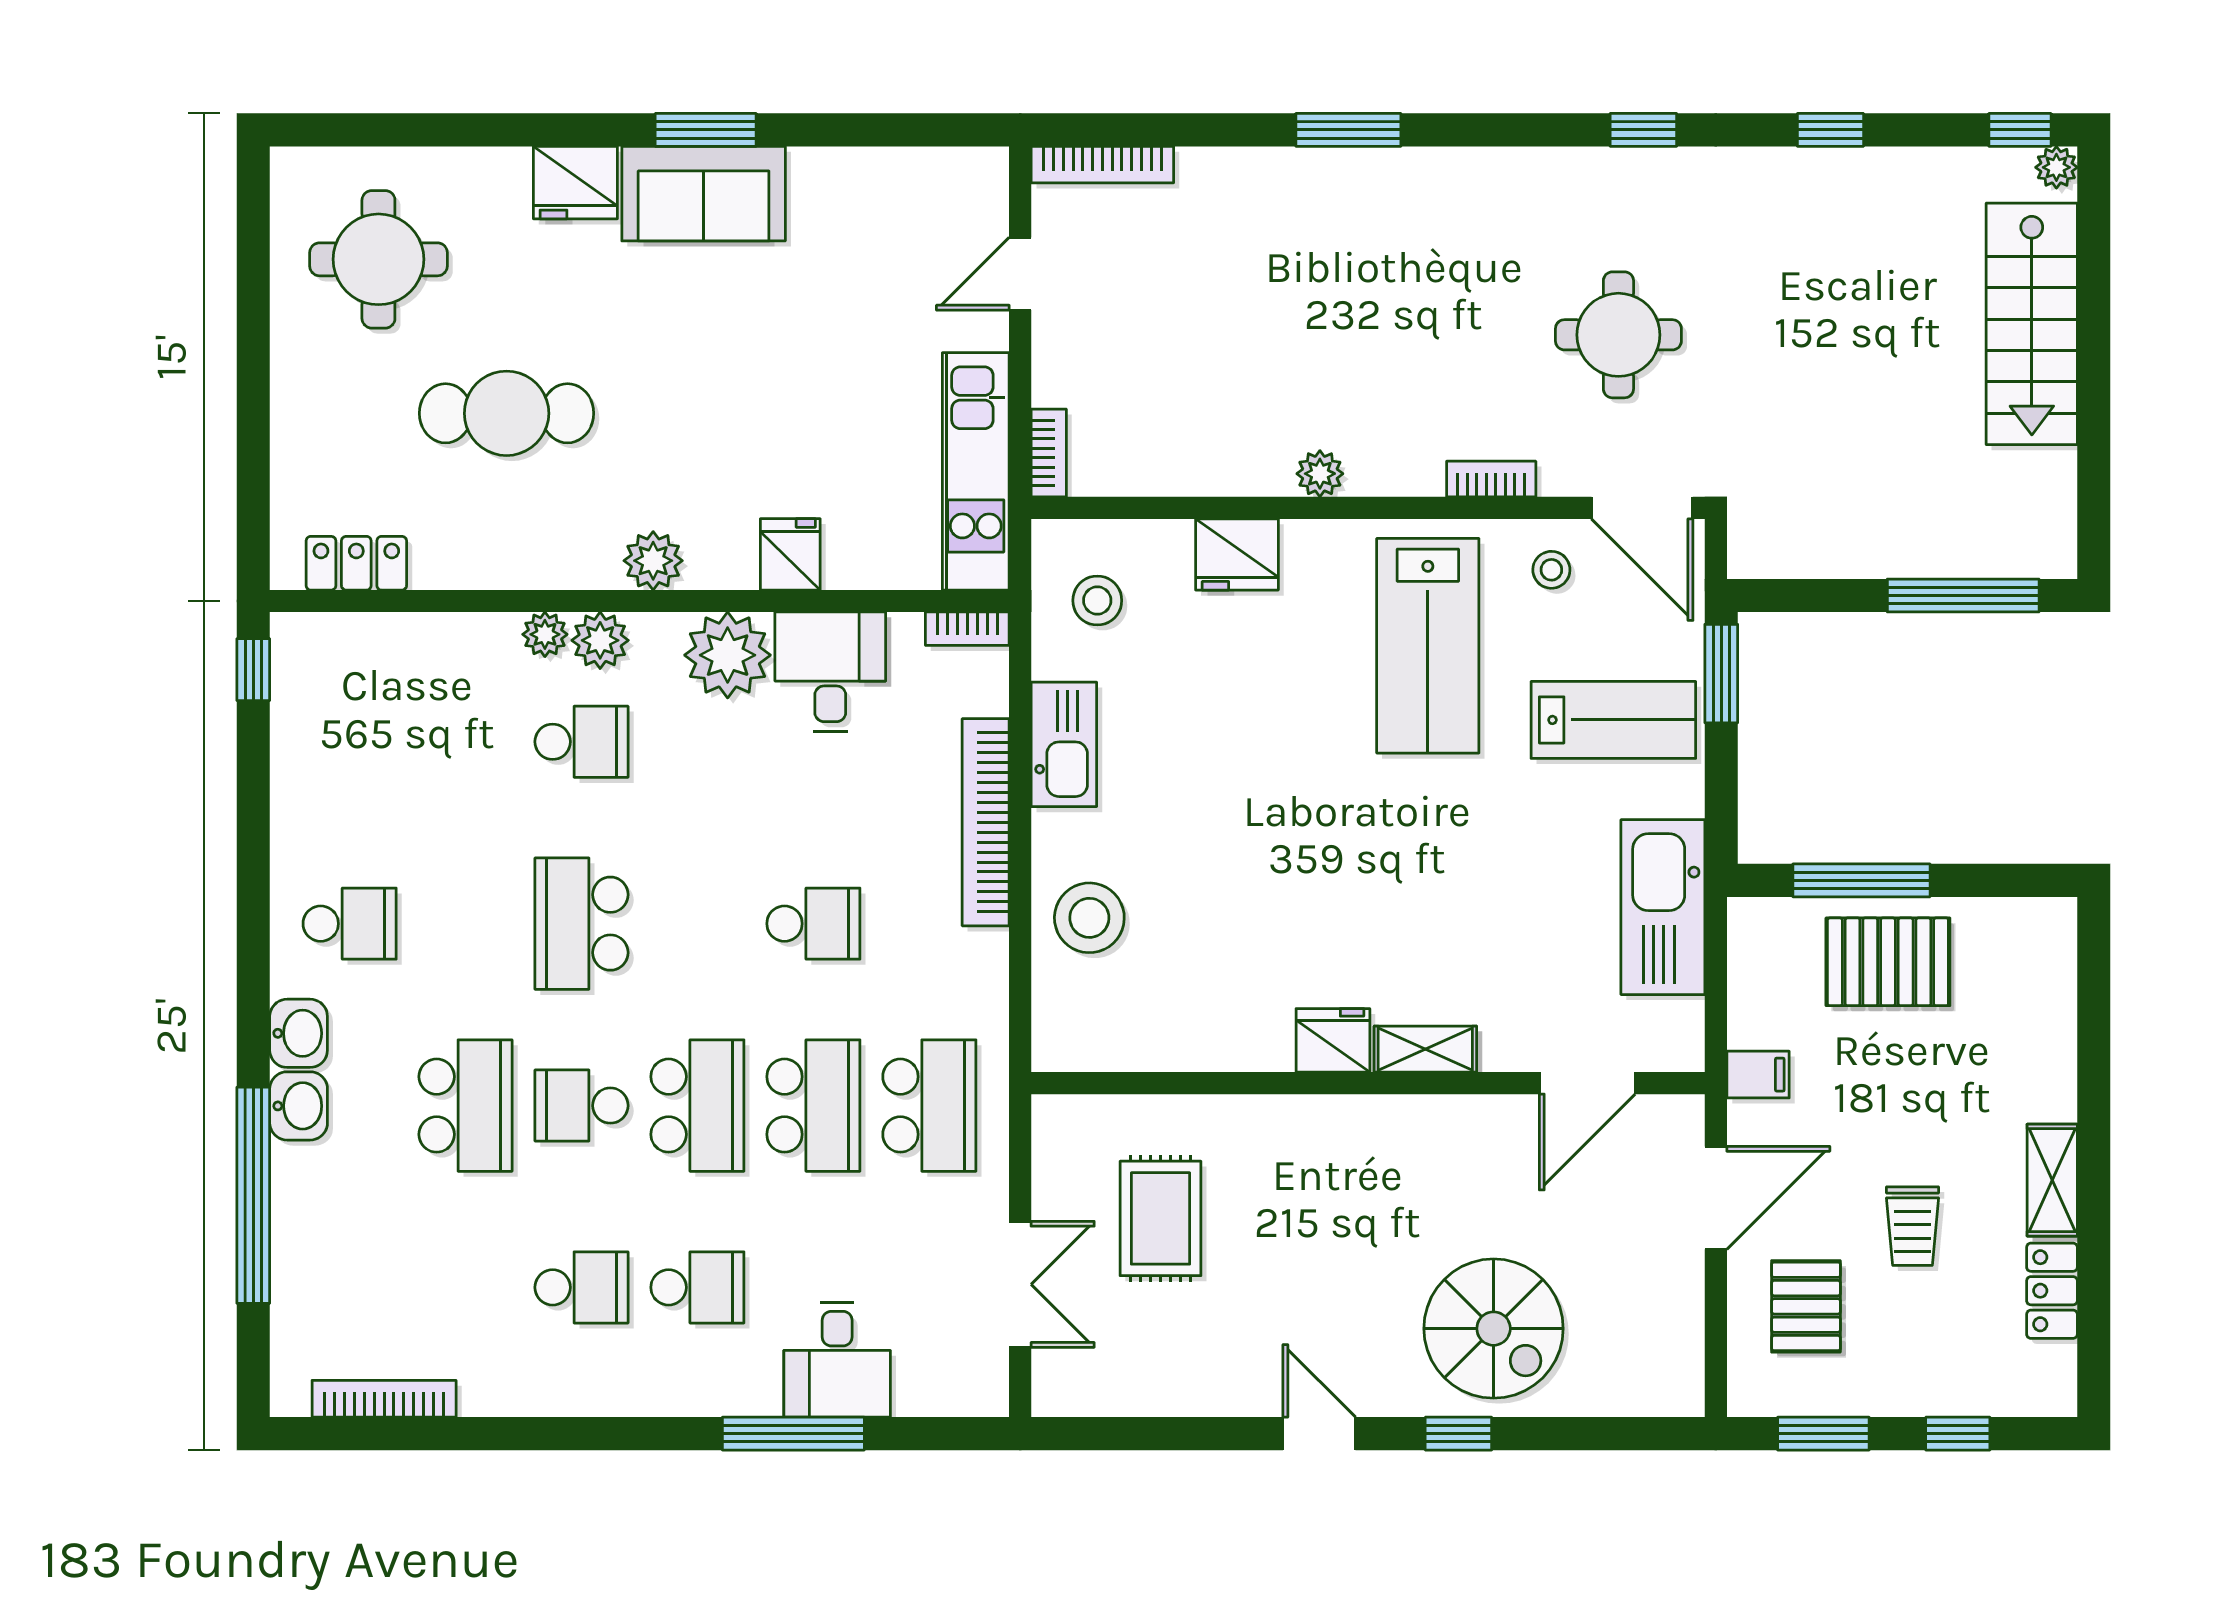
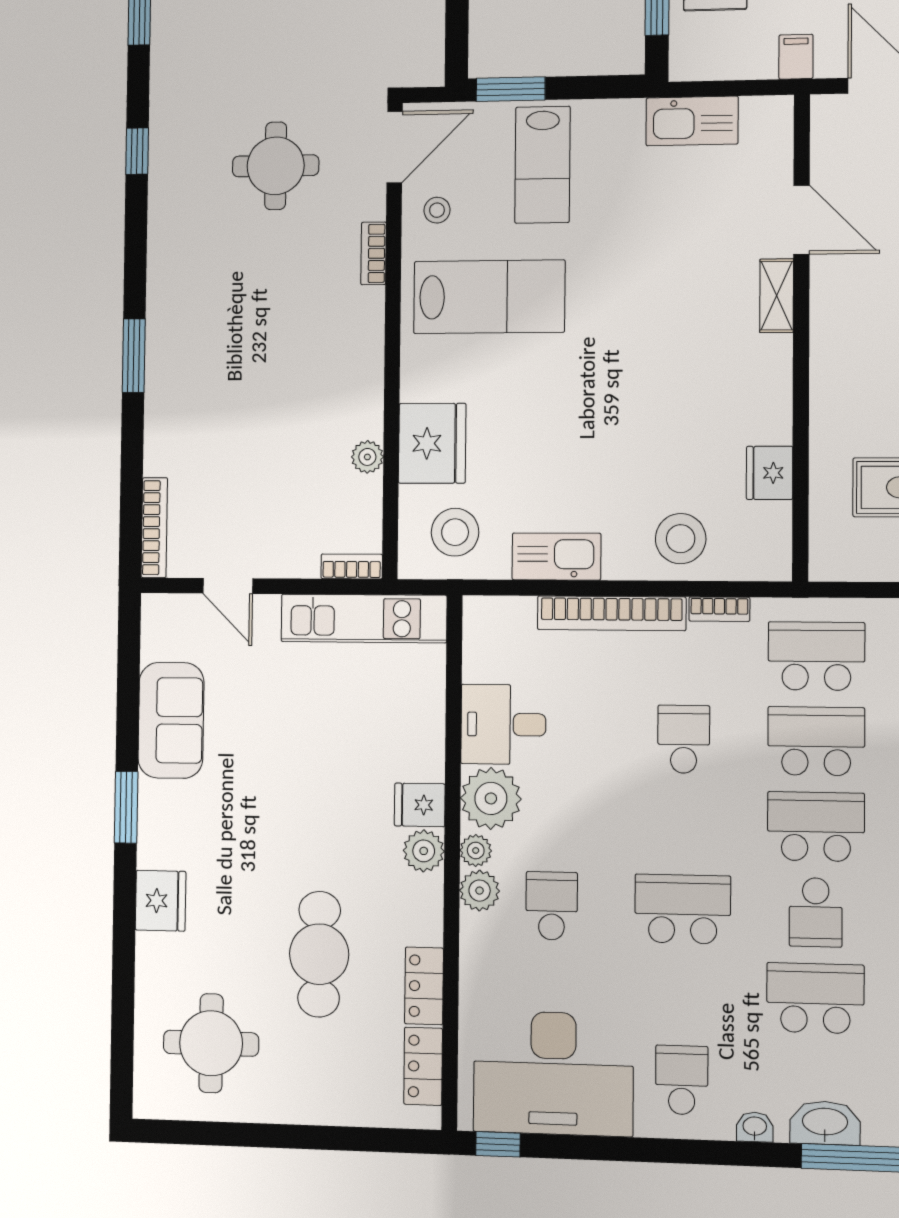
sofa: (704, 194) -> (171, 720), moved
plant: (1320, 474) -> (367, 457), moved
fridge: (790, 554) -> (420, 805), moved
fridge: (1237, 554) -> (432, 443), width x1.36, depth x1.34
locker: (467, 563) -> (424, 986), added
stool: (1097, 600) -> (455, 532), width x1.38, depth x1.38
bookcase: (967, 629) -> (719, 609), moved, turned 90
plant: (545, 634) -> (476, 850), moved
lab bench: (1613, 720) -> (542, 165), turned 180
desk: (353, 746) -> (553, 1073), added
kitchen sink: (1663, 907) -> (692, 121), width x0.73, depth x0.81
school desk: (581, 924) -> (683, 909), turned 180
washbasin: (299, 1033) -> (755, 1127), width x0.72, depth x0.69
fridge: (1333, 1040) -> (770, 473), moved
door: (1587, 1083) -> (801, 220), moved
washbasin: (299, 1106) -> (825, 1123), width x1.38

